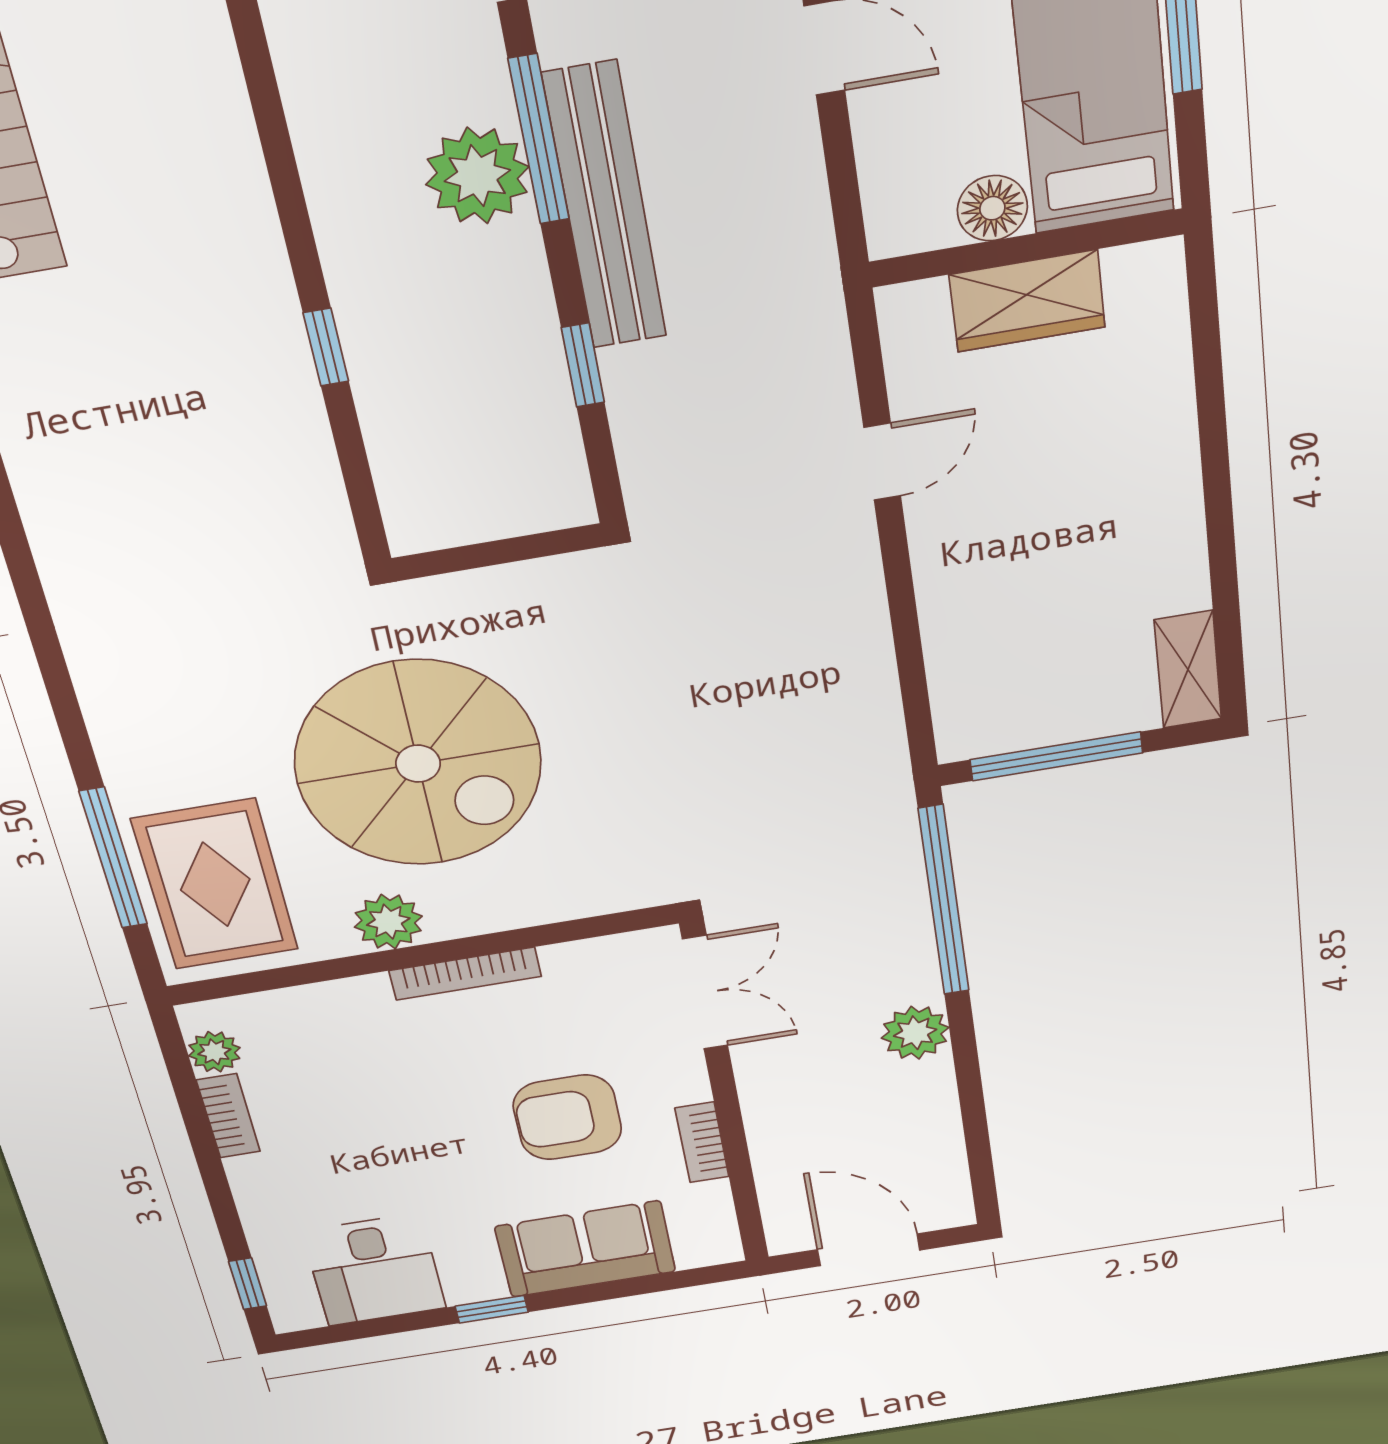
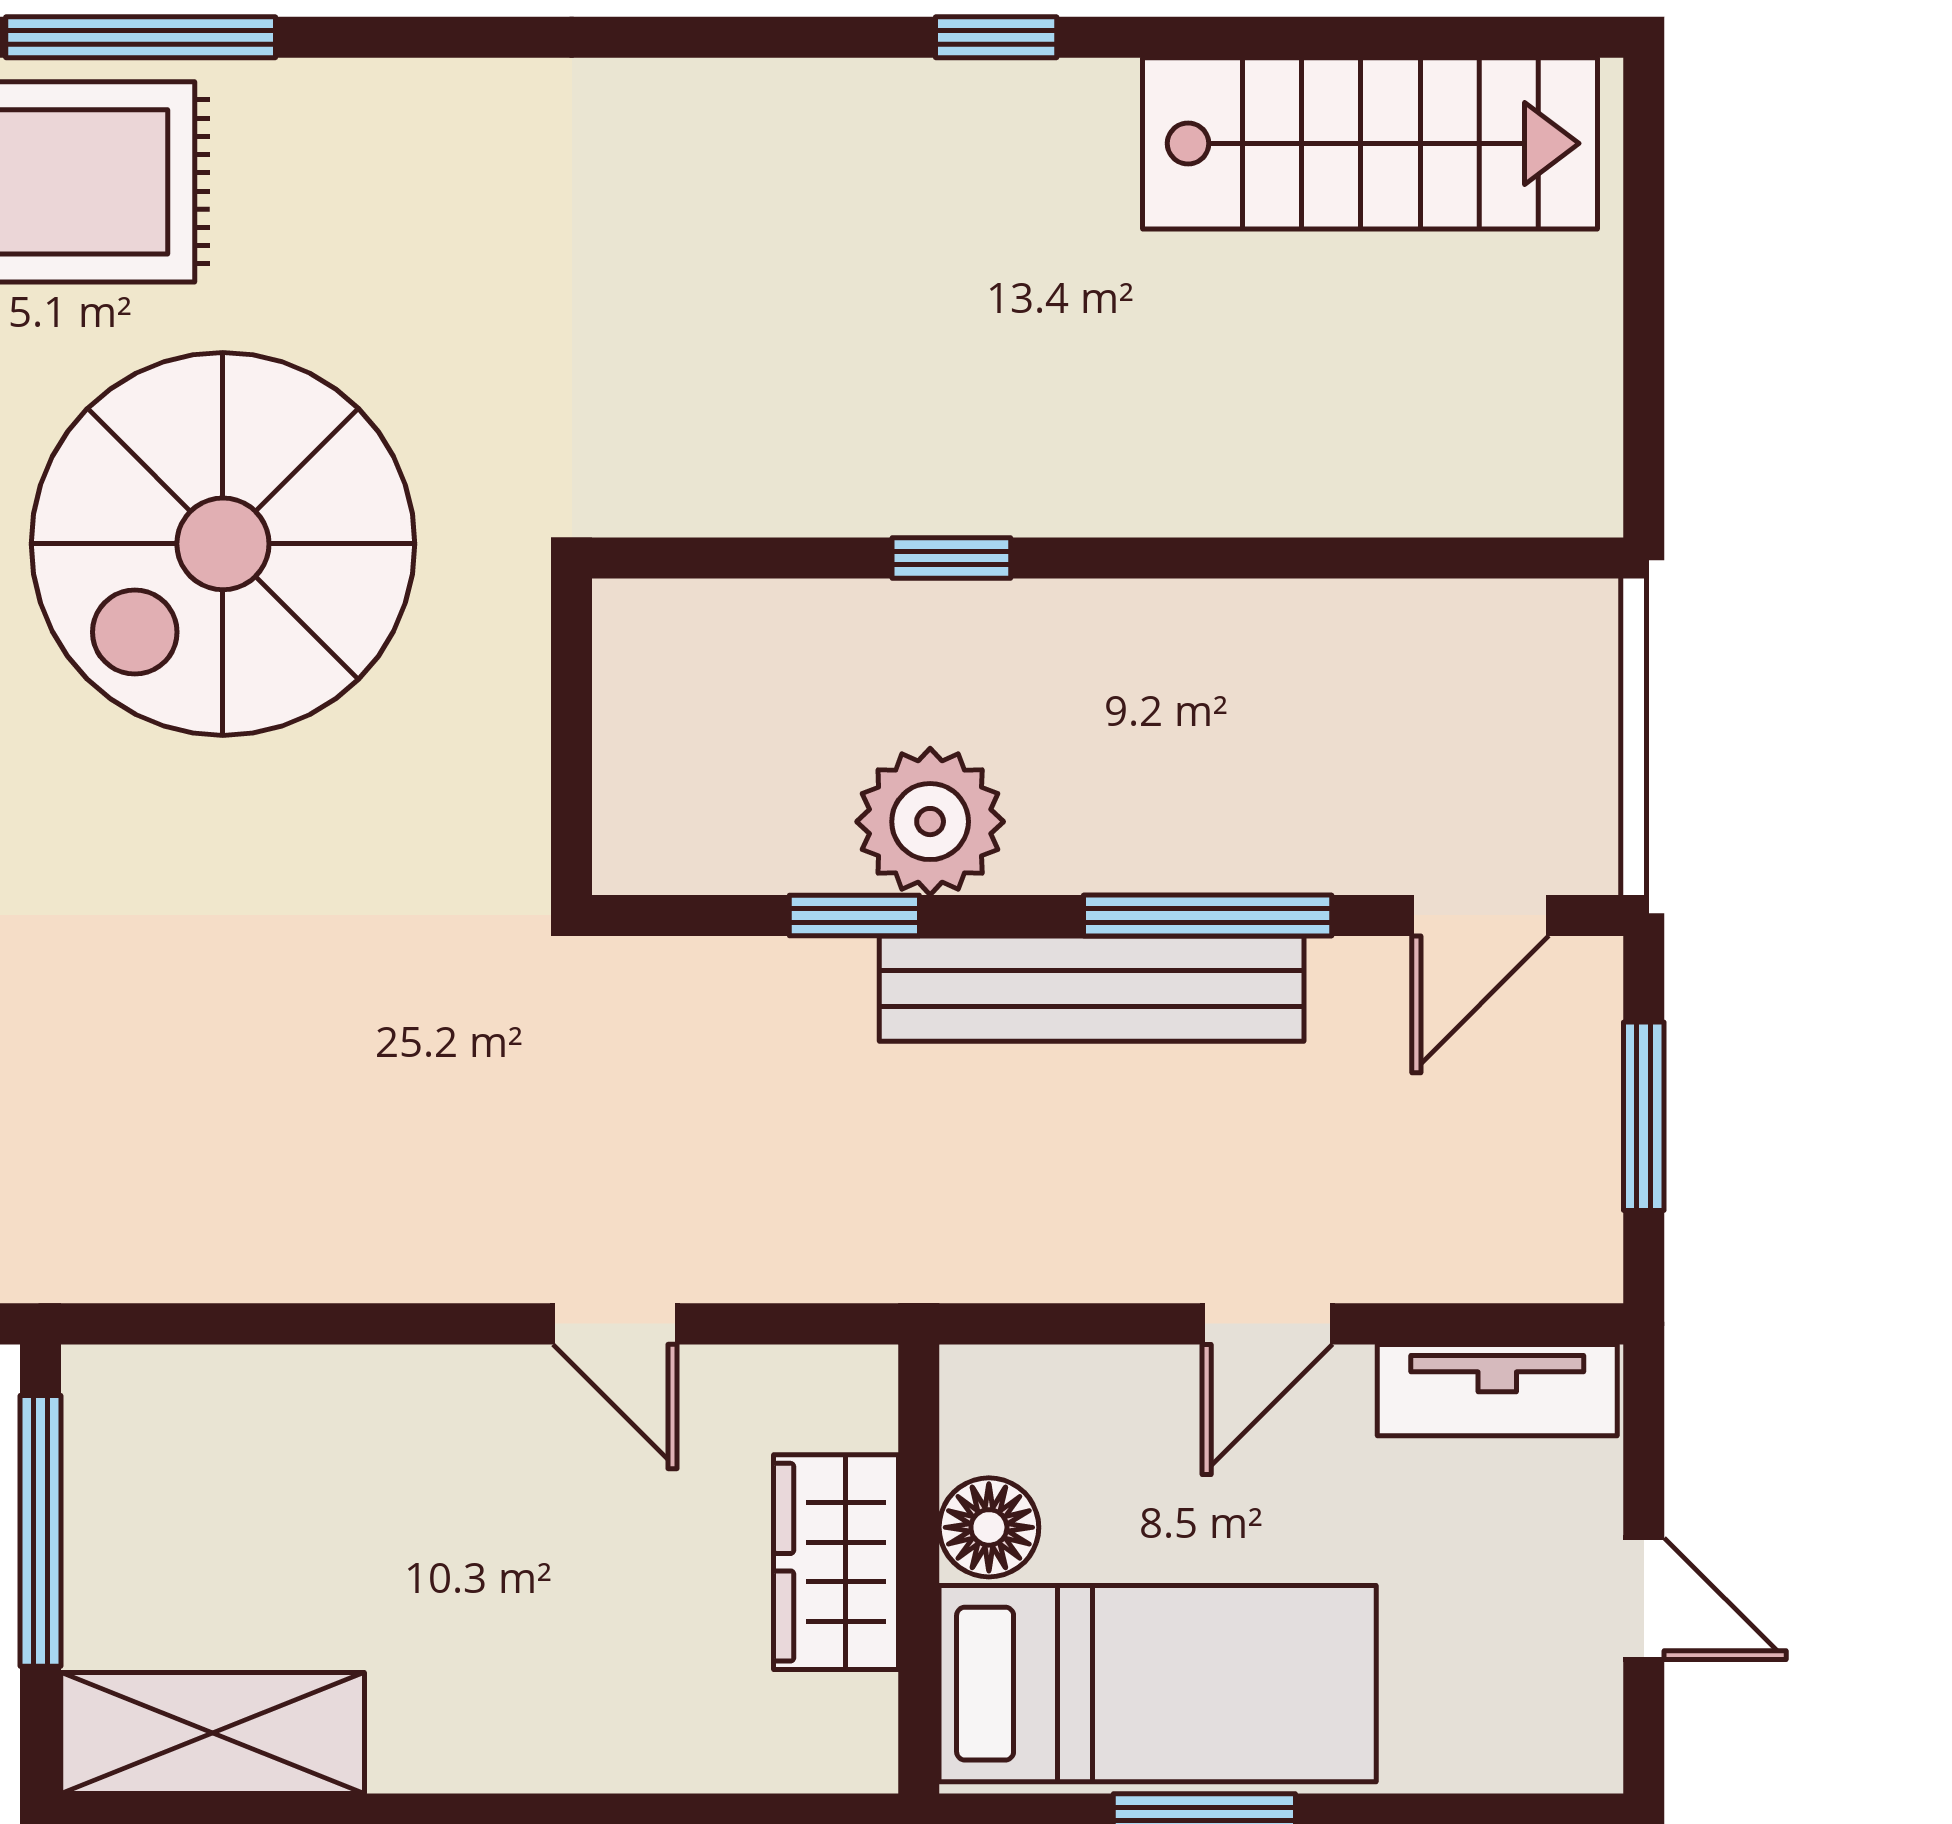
plant: (477, 176) -> (930, 822), moved
shelving: (1188, 670) -> (213, 1733), width x1.50, depth x1.33

